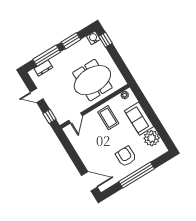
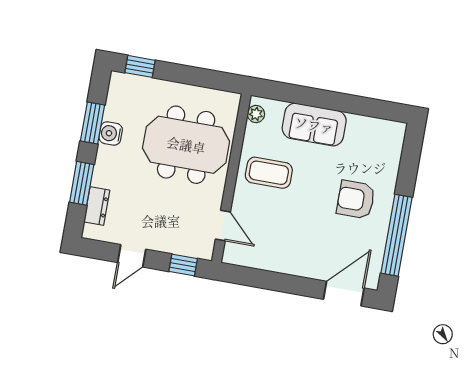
water cooler: (93, 38) -> (111, 133), moved
window: (47, 56) -> (82, 183), width x0.69
meeting table: (92, 80) -> (186, 145), turned 90
plant: (152, 138) -> (363, 132), removed
window: (137, 175) -> (397, 235), moved

